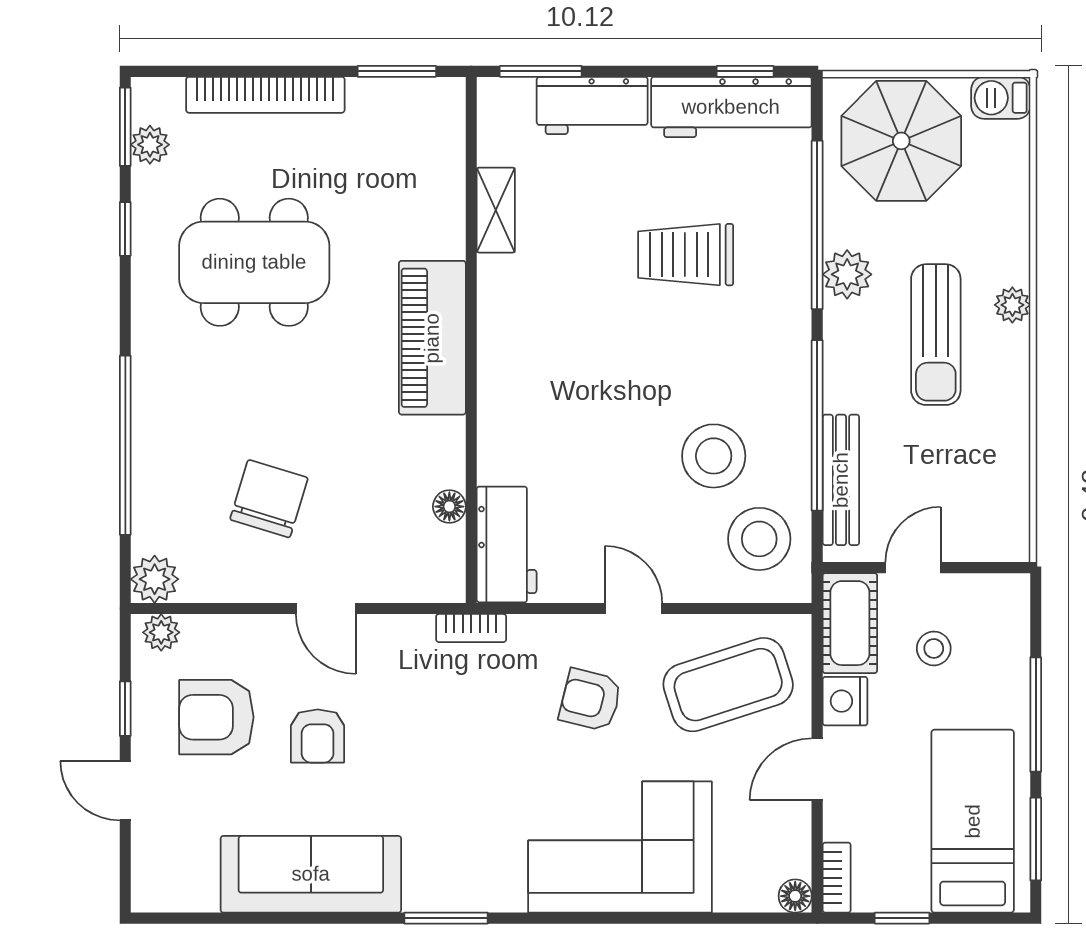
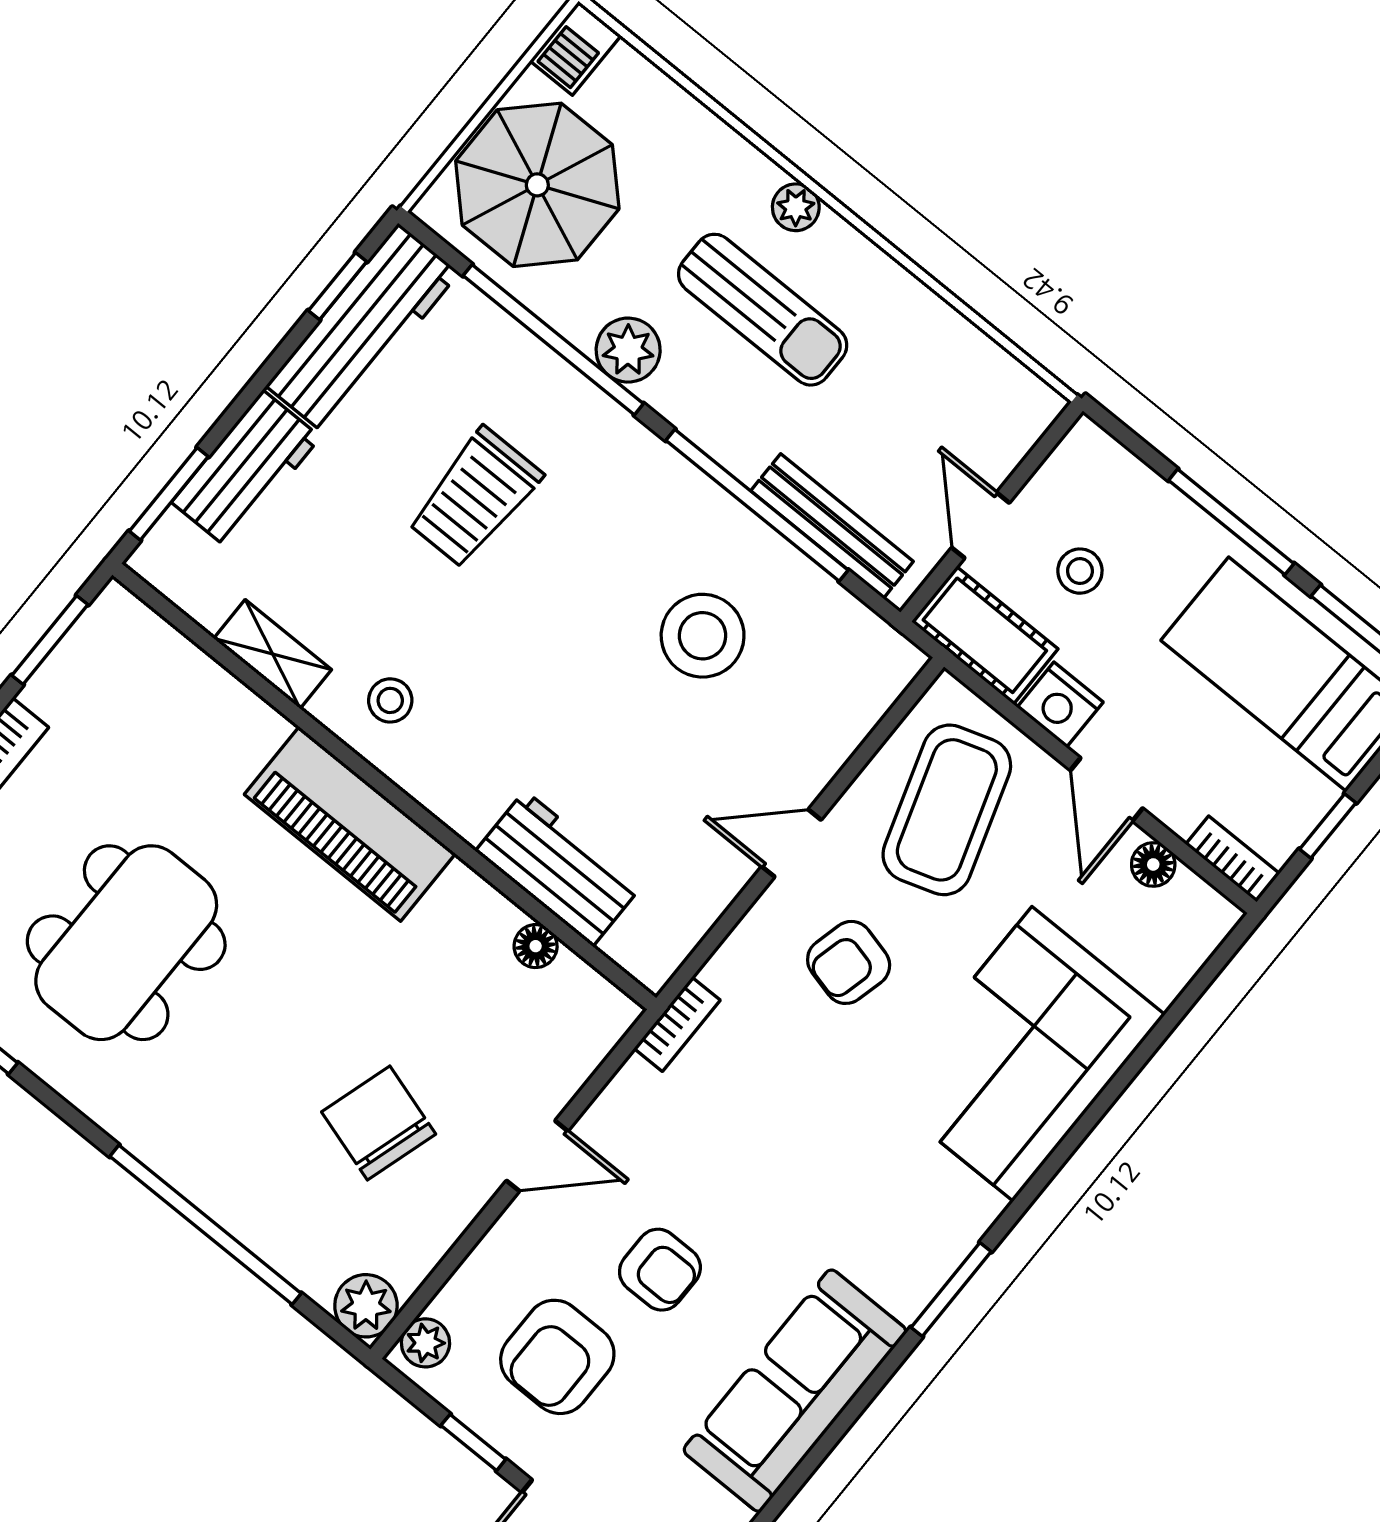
stool: (759, 539) -> (390, 700), moved, width x0.53, depth x0.53
workbench: (507, 544) -> (559, 868), moved
floor lamp: (795, 896) -> (1153, 865), moved

